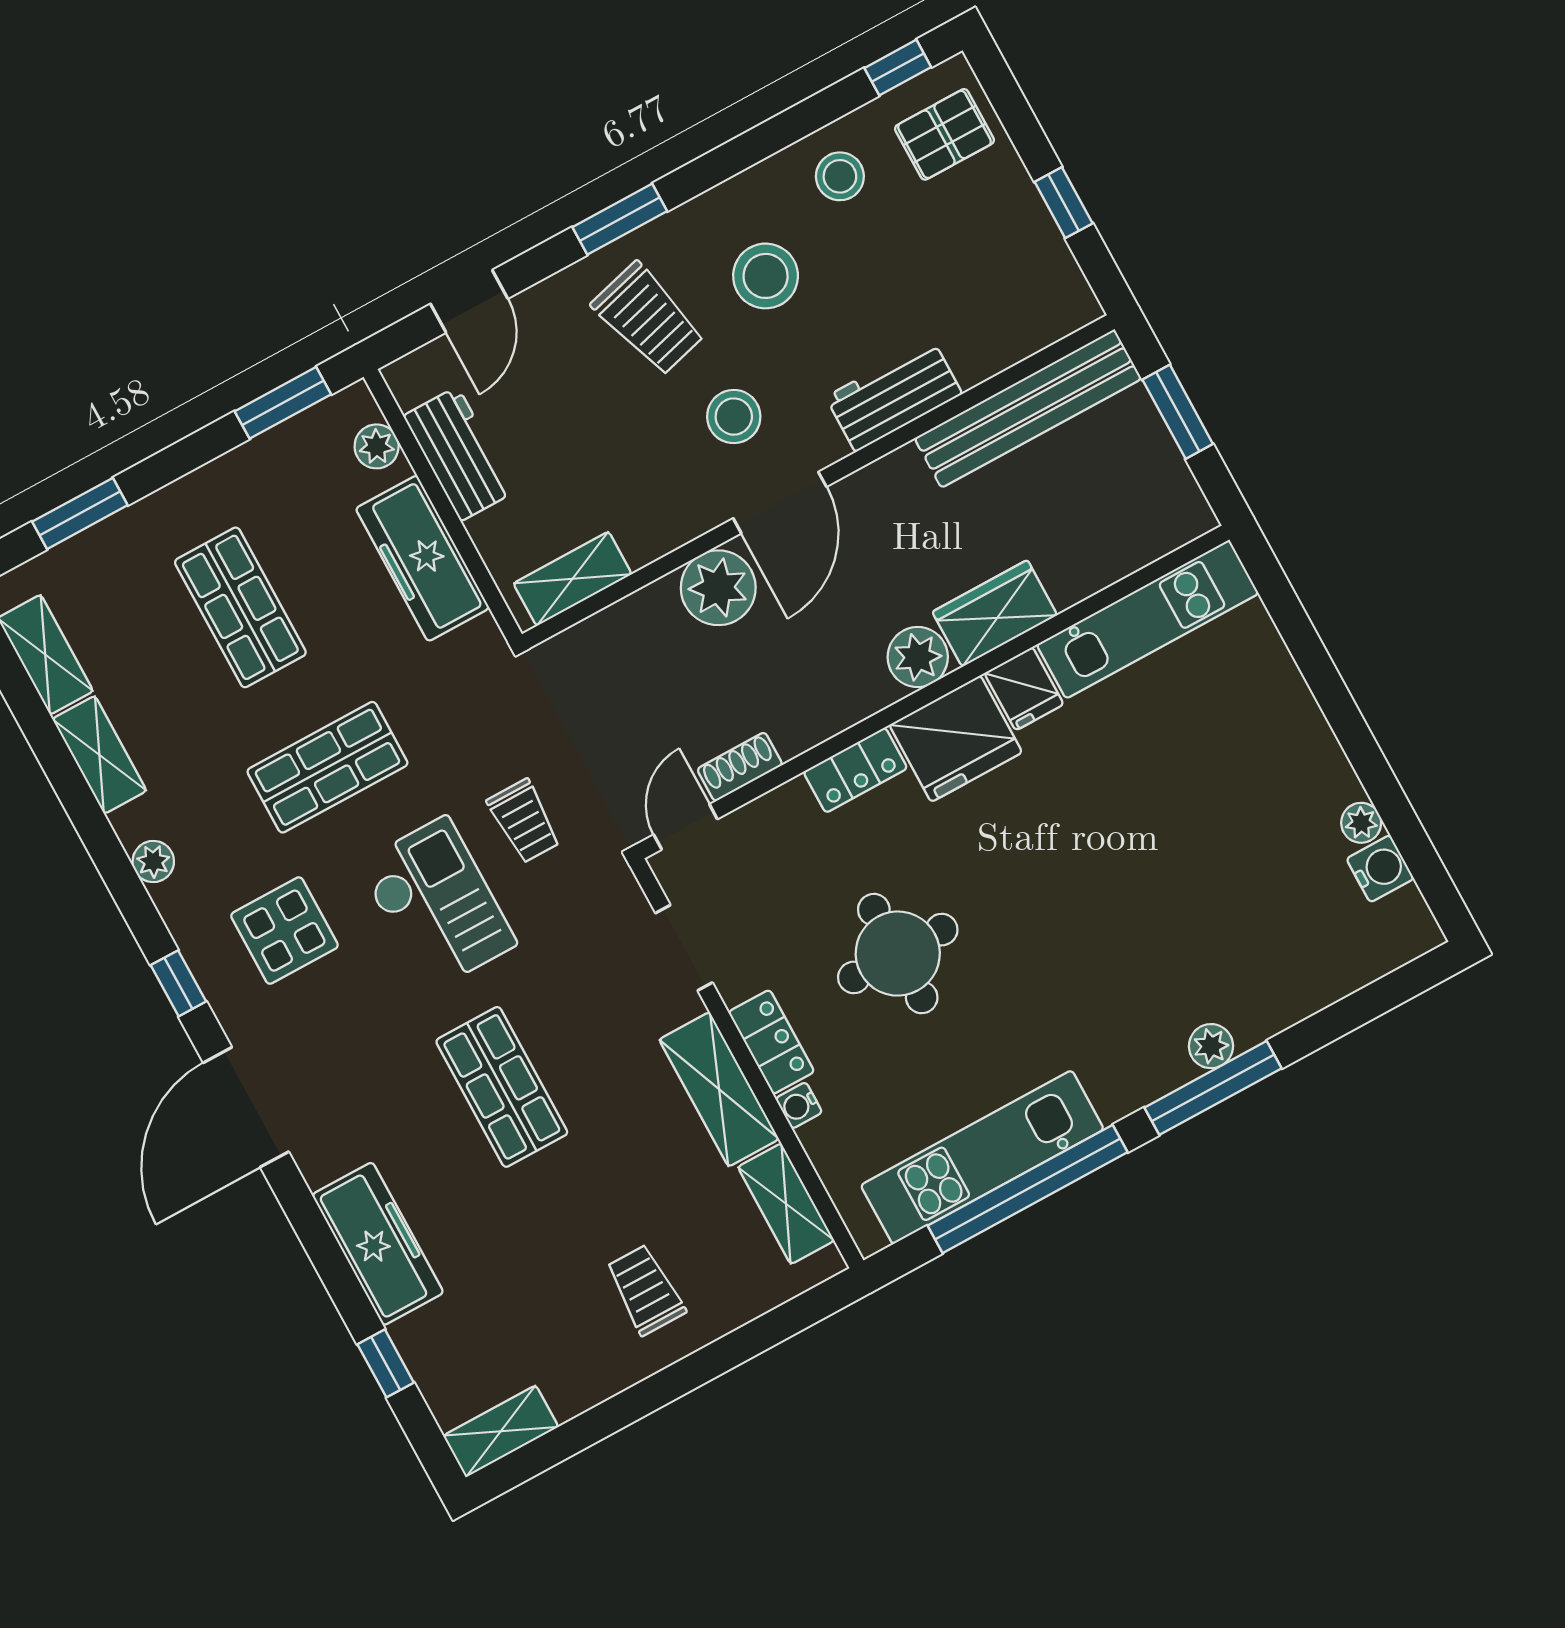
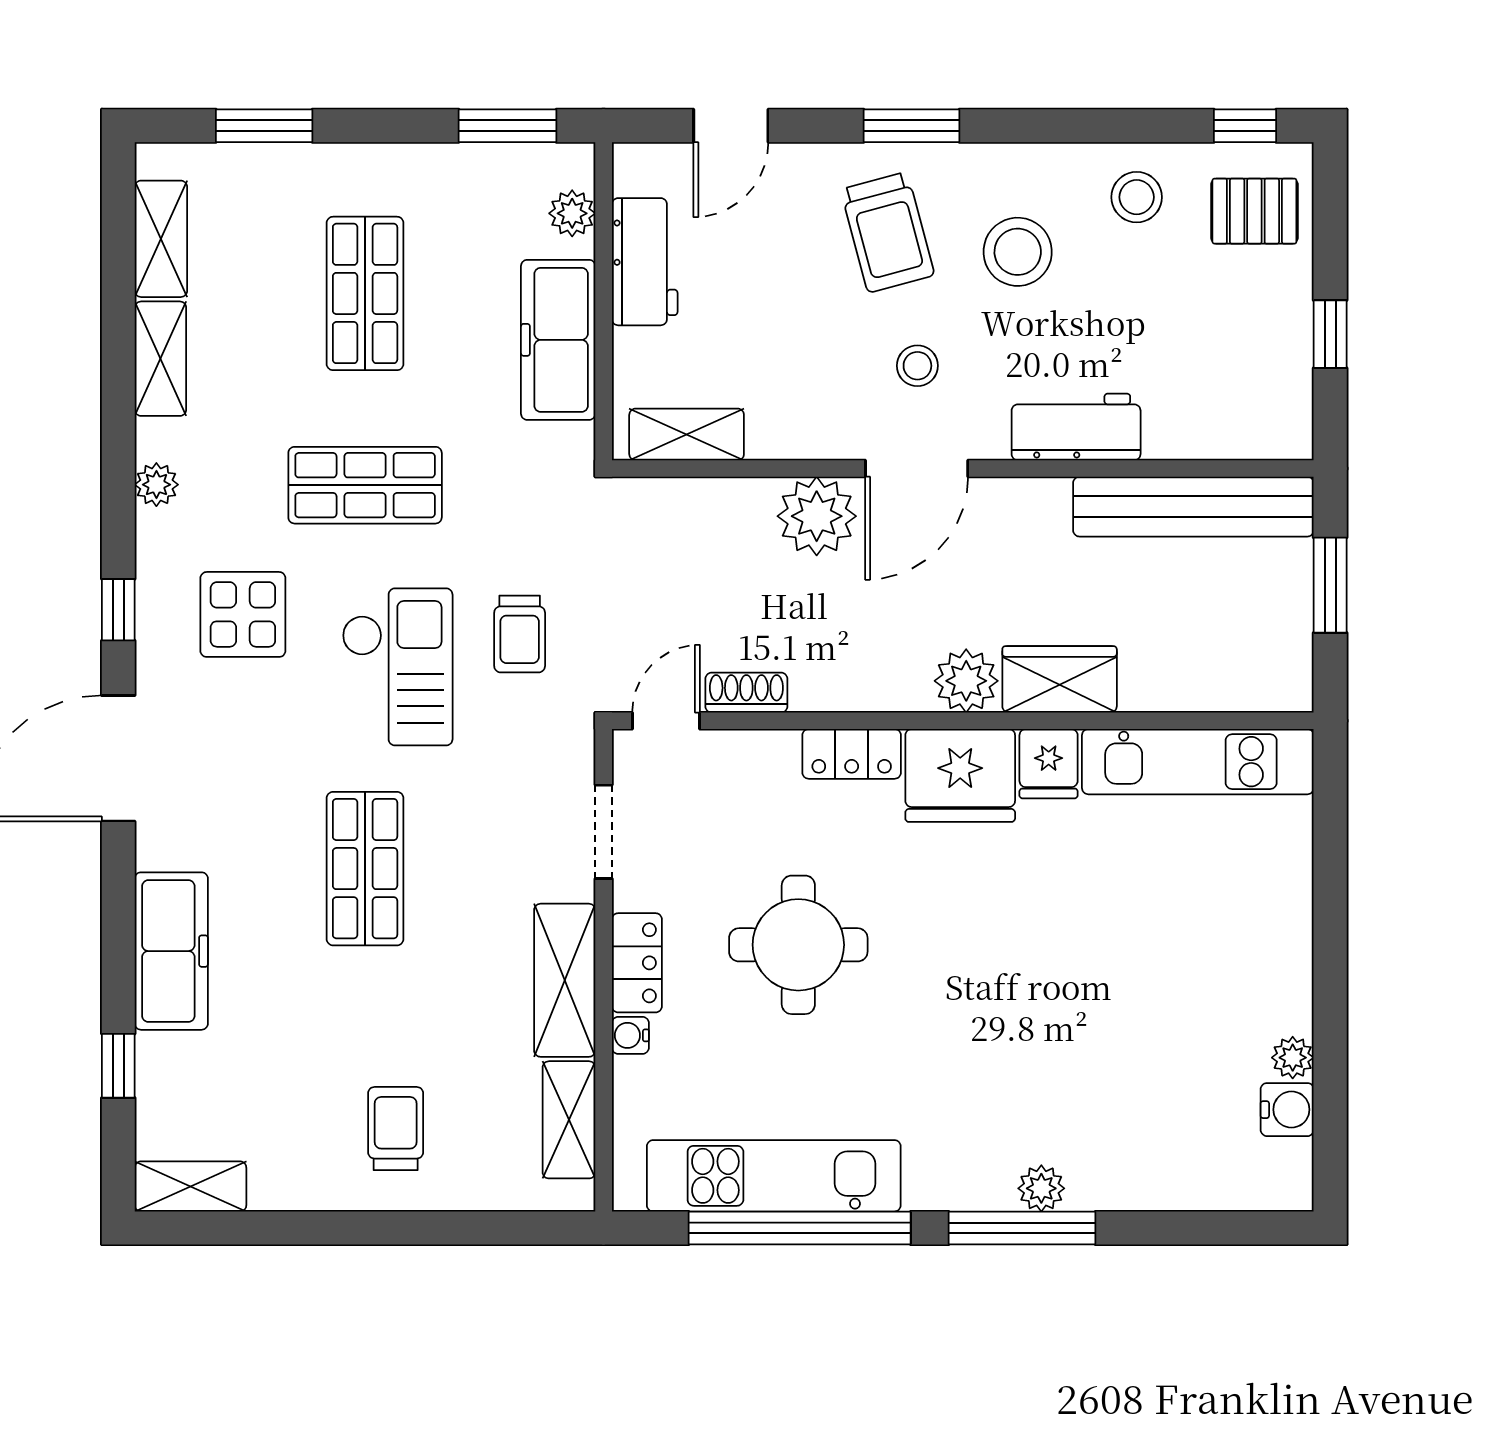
stool: (734, 417) -> (917, 366), width x0.73, depth x0.73

